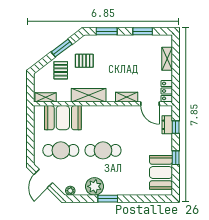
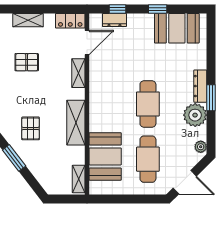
pallet: (61, 70) -> (27, 62), moved
dresser: (117, 190) -> (200, 86), added

